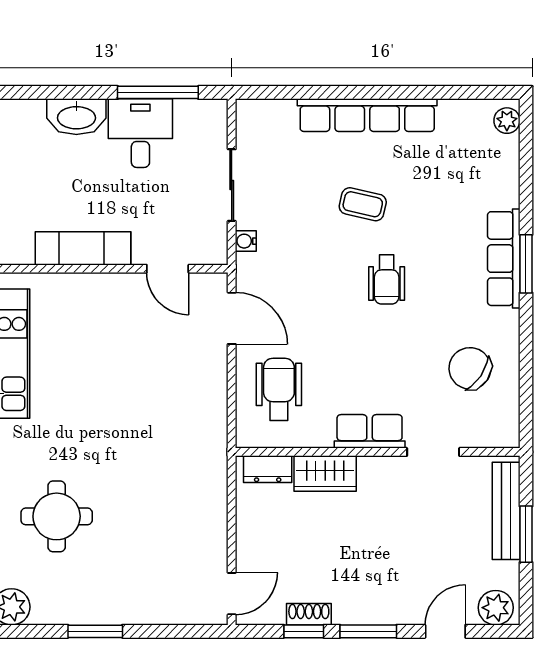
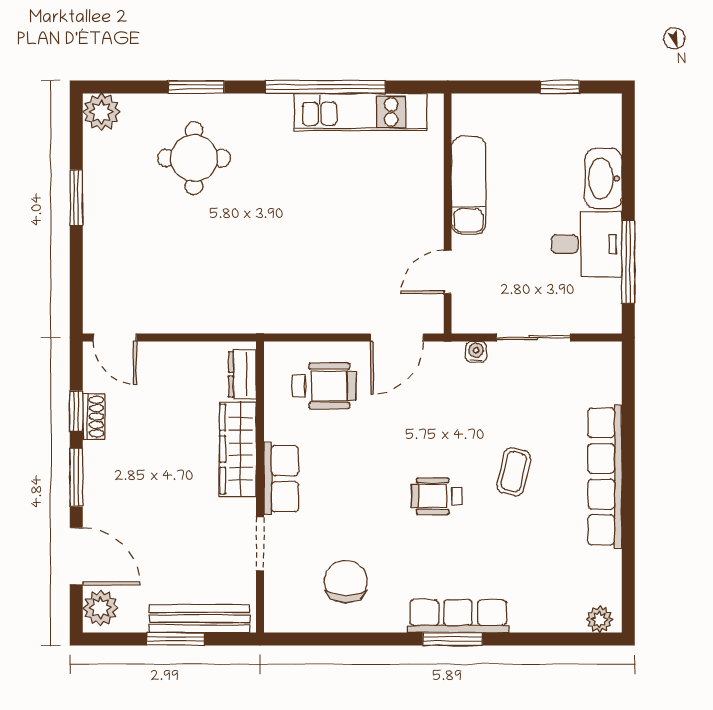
chair: (470, 368) -> (346, 582), turned -34
wardrobe: (325, 474) -> (238, 449), width x1.50
door: (445, 631) -> (76, 556), width x1.38

